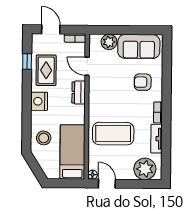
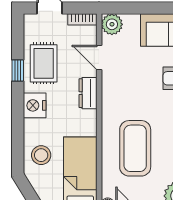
plant: (109, 42) -> (112, 24), moved
window: (27, 61) -> (18, 70), moved
coffee table: (113, 134) -> (135, 148), turned 90

